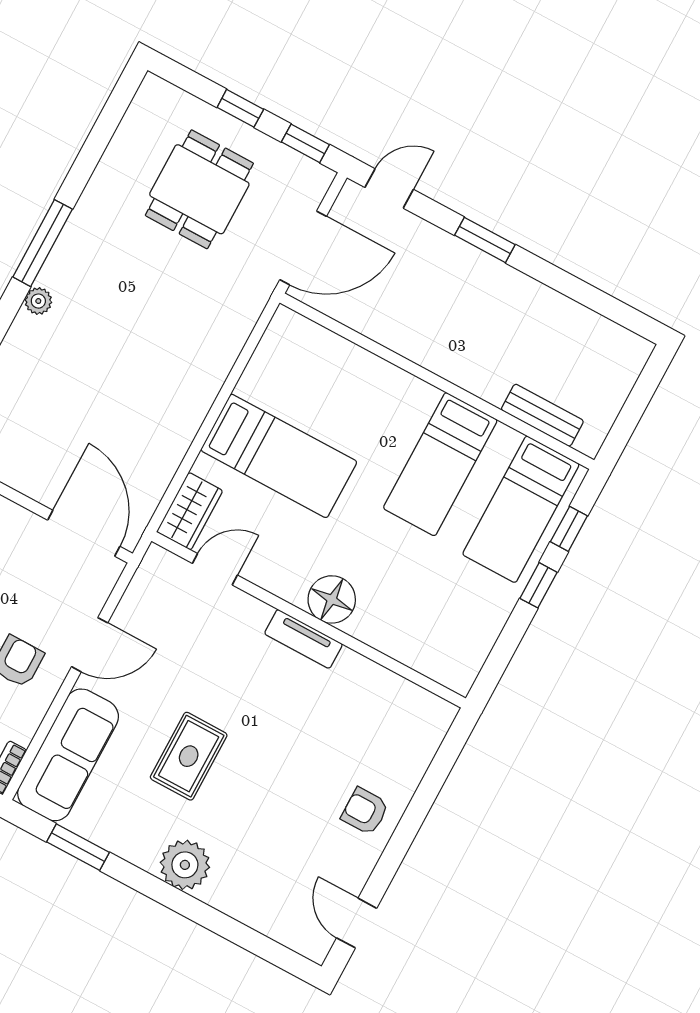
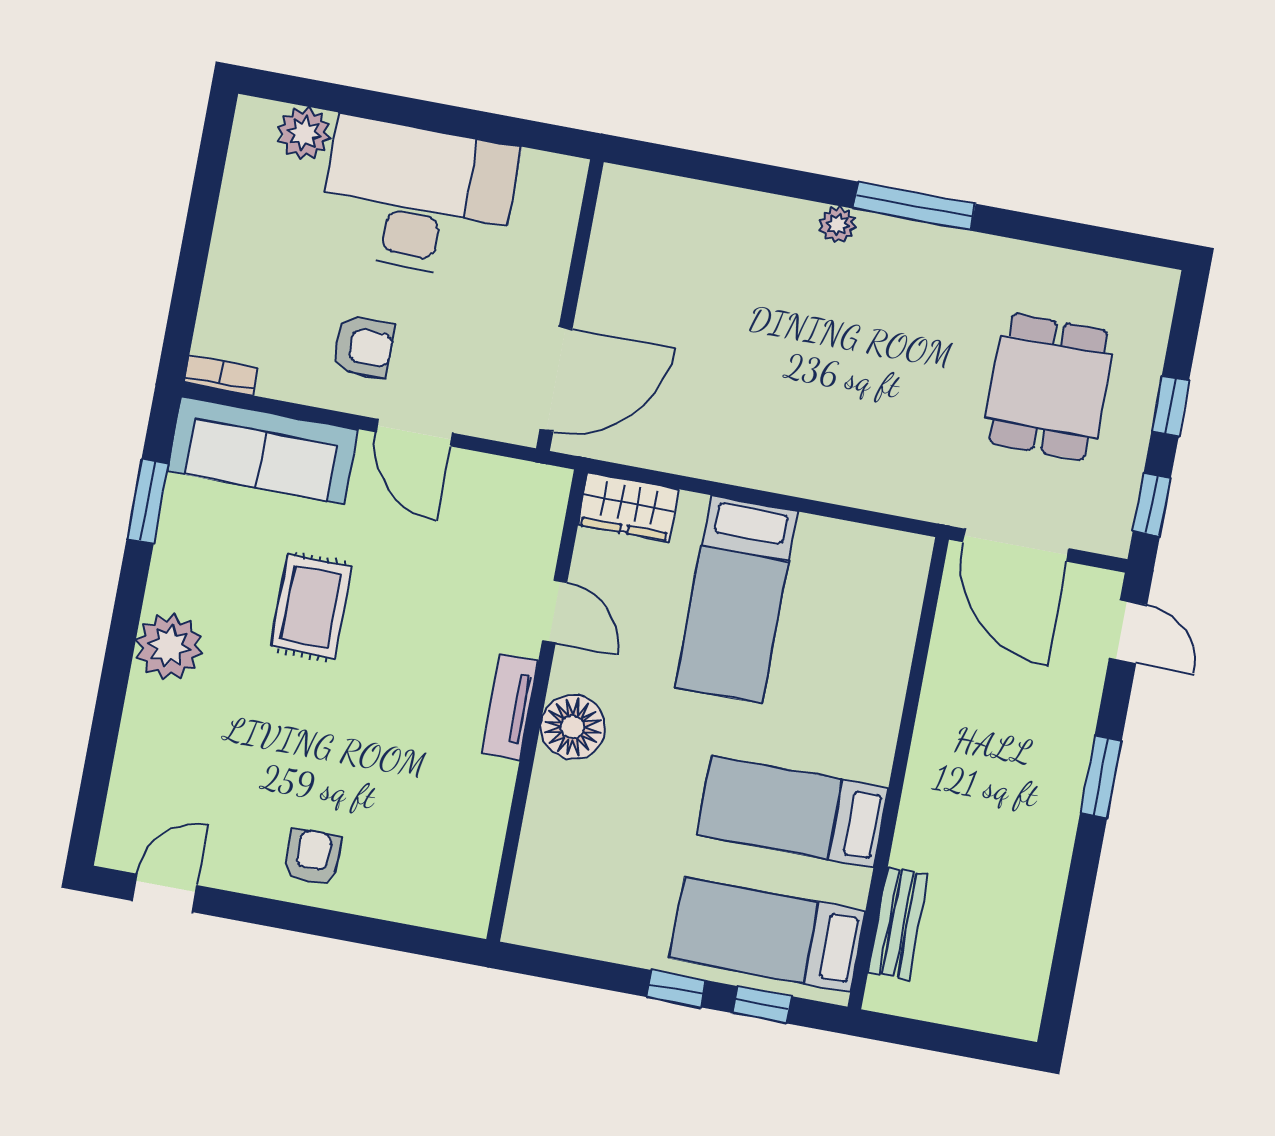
dining table: (199, 189) -> (1049, 387), turned 90
door: (215, 569) -> (555, 611), moved
rug: (189, 756) -> (311, 607), turned 90

